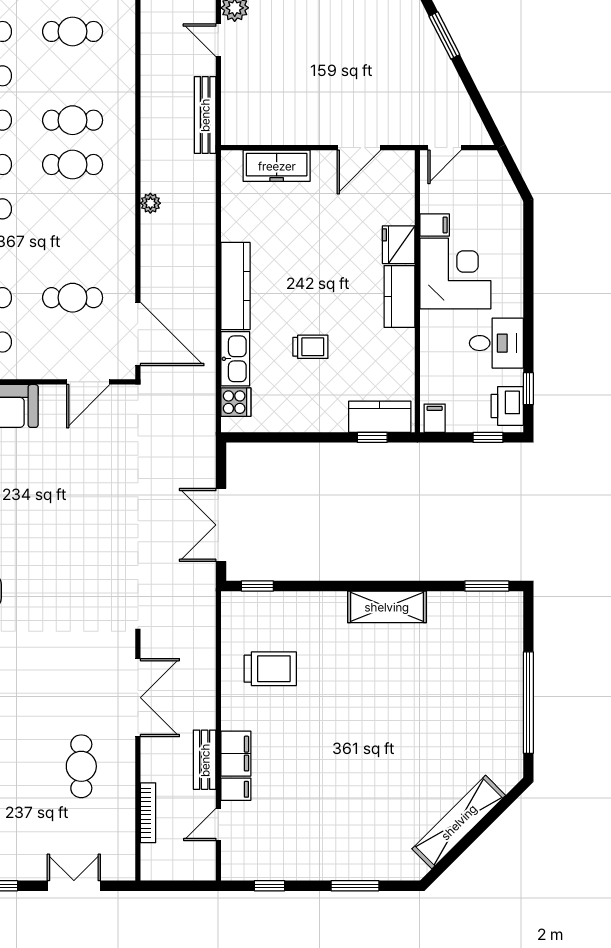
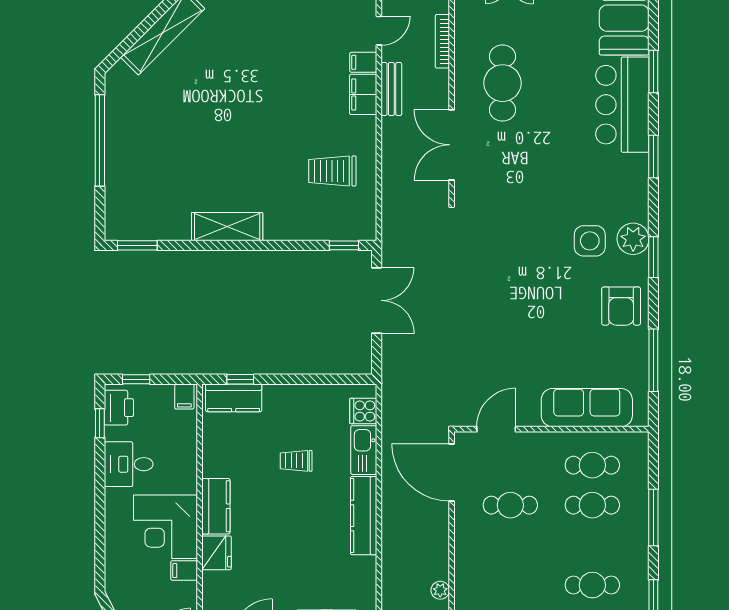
cafe table: (81, 766) -> (503, 83), width x1.37, depth x1.35

